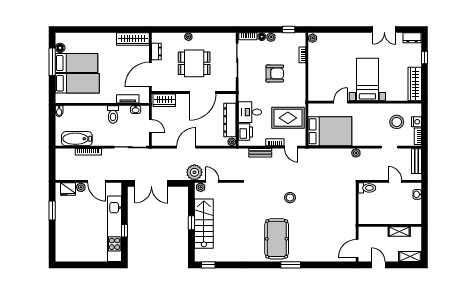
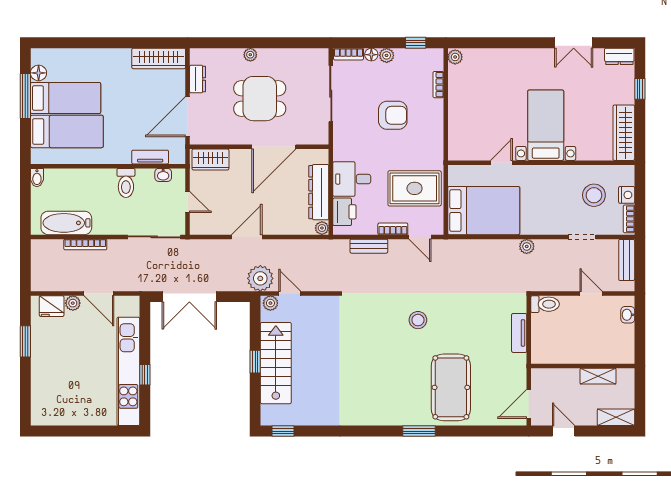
tv unit: (351, 205) -> (519, 333), added
pool table: (277, 239) -> (451, 387), moved

